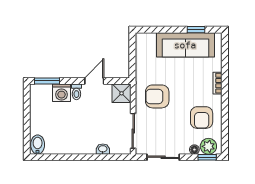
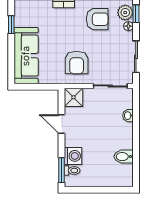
sofa: (185, 45) -> (26, 56), moved
toilet: (76, 92) -> (72, 171), moved
bidet: (38, 145) -> (124, 157), moved

